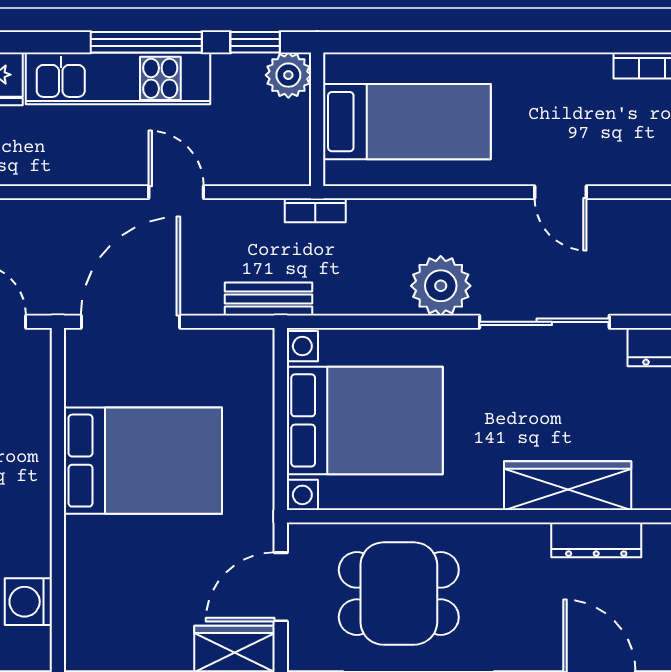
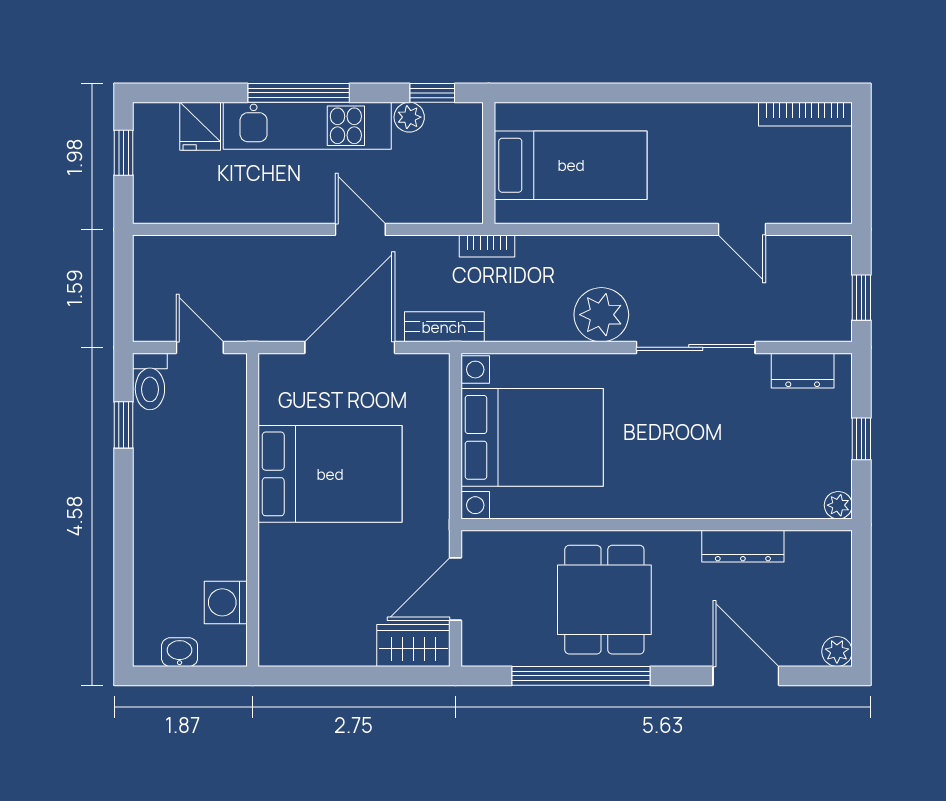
window: (146, 42) -> (299, 93), moved
plant: (288, 75) -> (409, 117), moved, width x0.73, depth x0.73
door: (561, 192) -> (742, 229), moved
door: (131, 322) -> (350, 347), moved
wardrobe: (568, 486) -> (717, 497), removed
dining table: (399, 594) -> (604, 600), moved, turned 90

